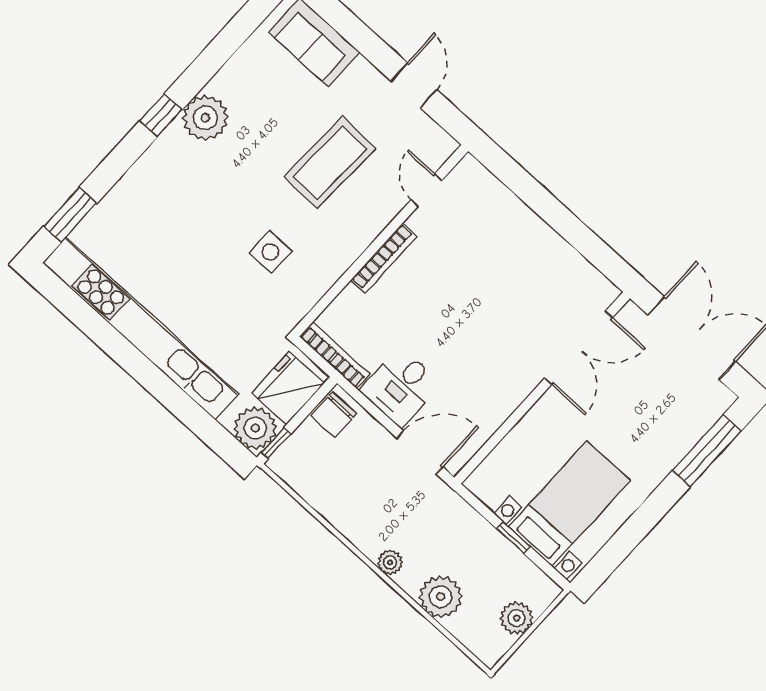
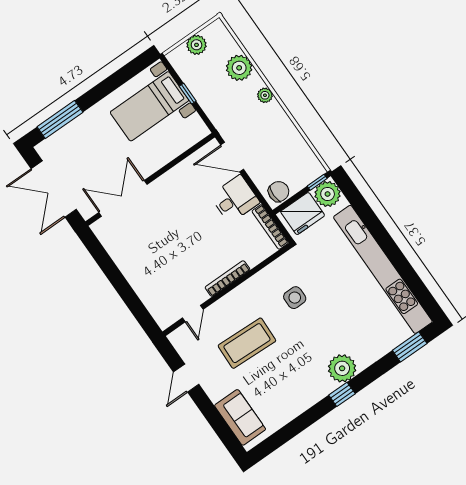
plant: (205, 118) -> (342, 368), moved

